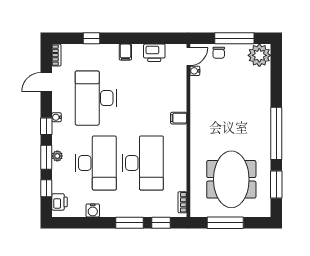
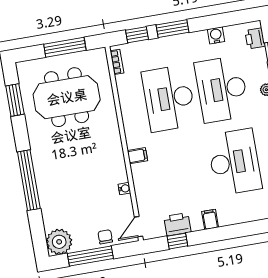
window: (92, 38) -> (177, 241), moved
water cooler: (195, 71) -> (124, 189), moved
window: (276, 133) -> (29, 180), moved
meeting table: (231, 179) -> (67, 97), turned 90

